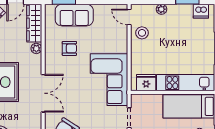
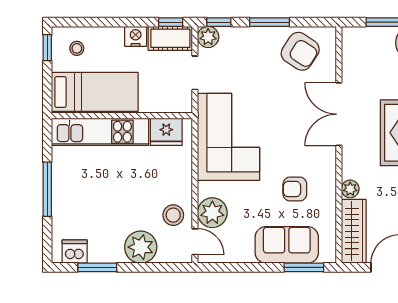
plant: (161, 9) -> (141, 247), width x1.87, depth x1.87
plant: (119, 34) -> (212, 213), added

